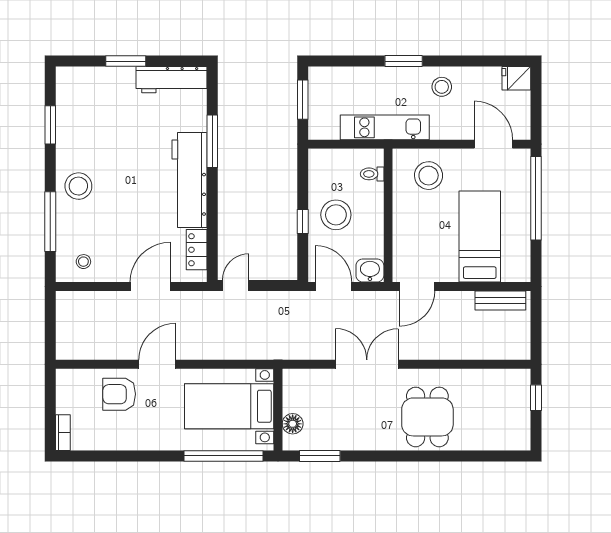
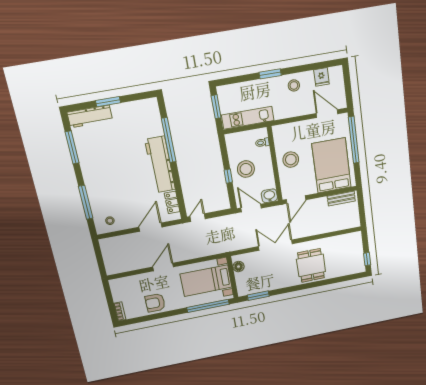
fridge: (516, 78) -> (321, 77), moved, turned -90
workbench: (171, 80) -> (90, 116), moved
window: (50, 125) -> (72, 147), width x1.44
kitchen unit: (385, 127) -> (248, 118), moved
window: (212, 141) -> (169, 140), width x1.46
stool: (429, 176) -> (291, 160), moved
stool: (78, 186) -> (97, 180), removed
bed: (480, 237) -> (332, 165), width x1.50
armchair: (119, 394) -> (155, 303), moved
window: (536, 398) -> (367, 259), moved
floor lamp: (293, 424) -> (238, 267), moved

